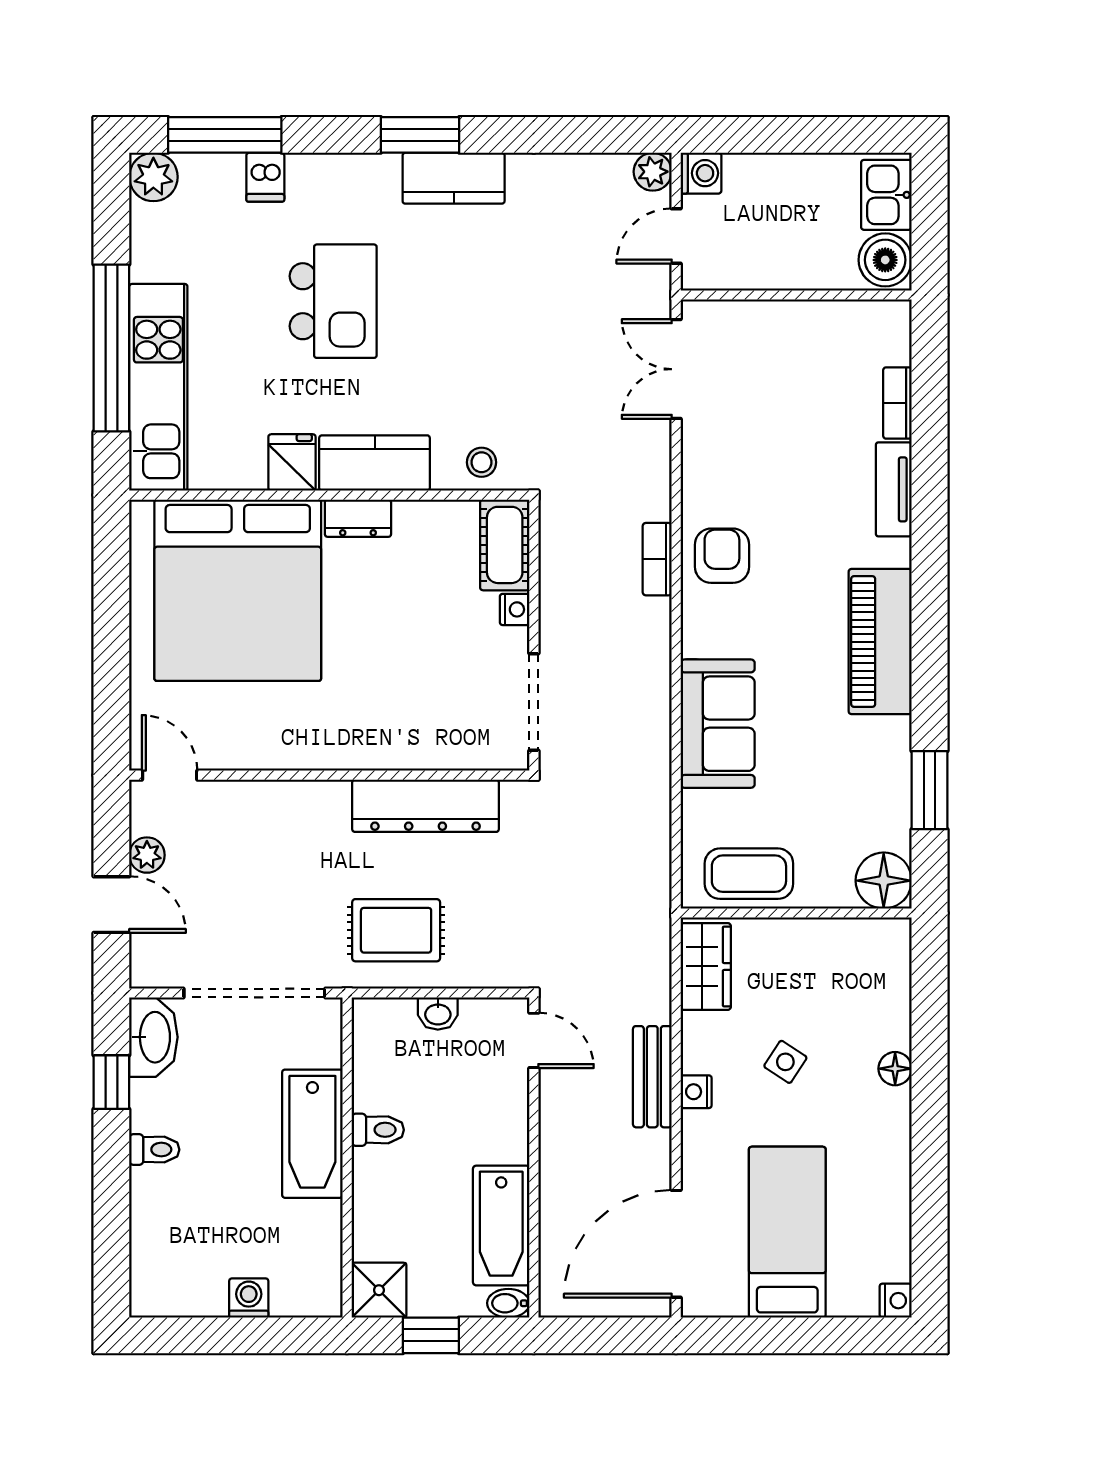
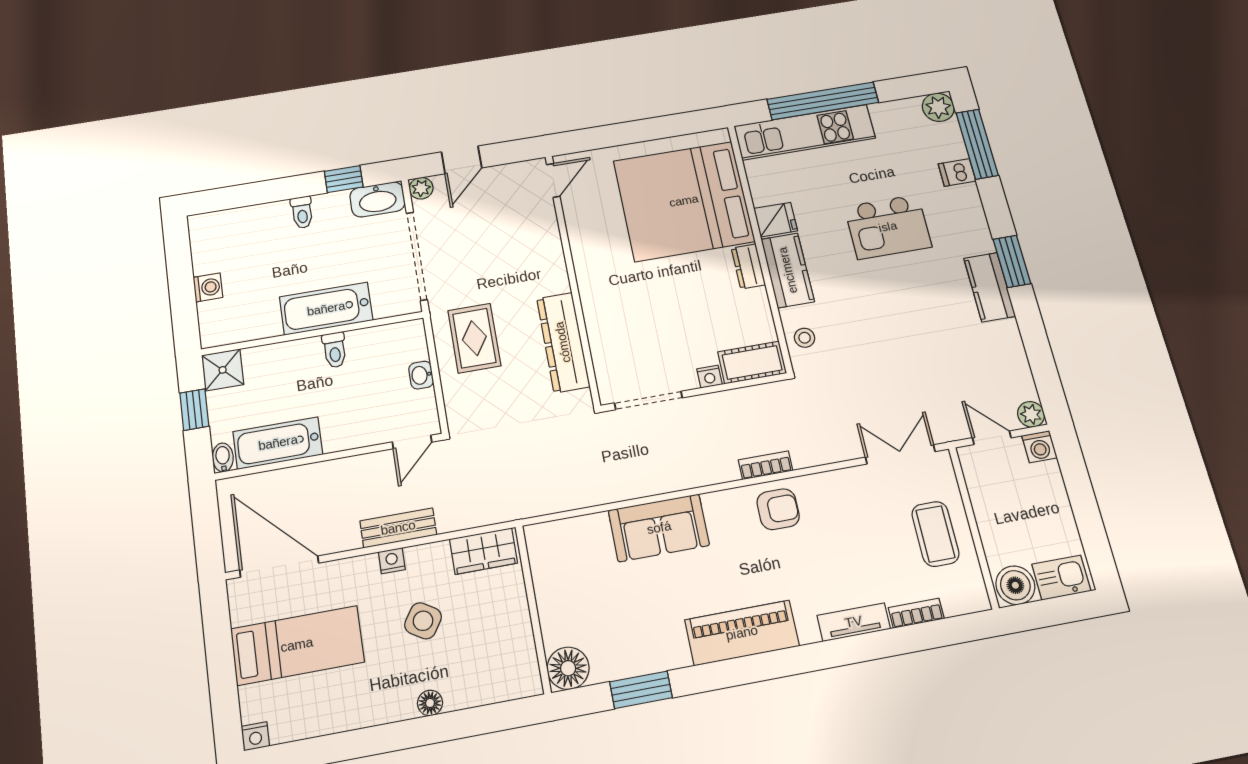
plant: (147, 855) -> (421, 188), moved
coffee table: (749, 874) -> (935, 534), moved
side table: (785, 1062) -> (423, 621), width x1.37, depth x1.37

